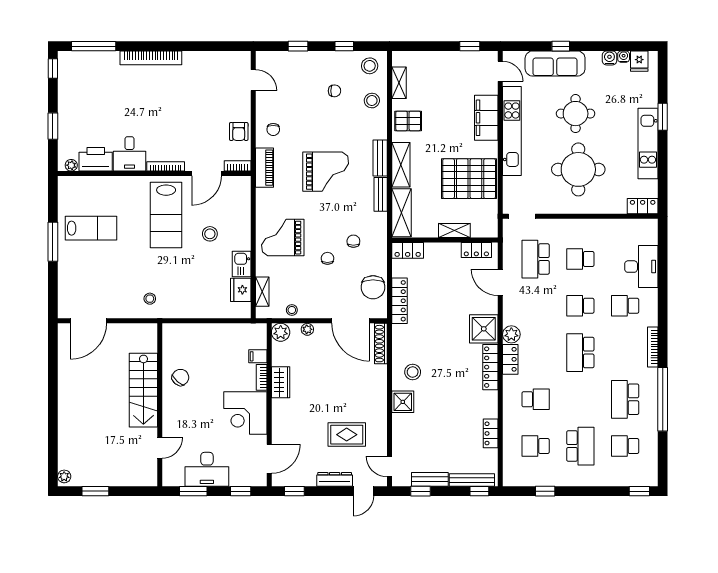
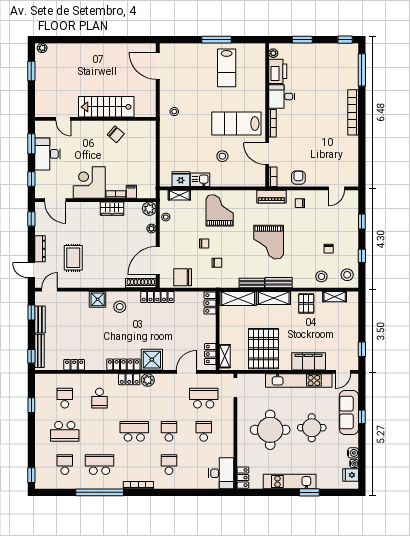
armchair: (239, 132) -> (298, 178), turned 90
shelving: (454, 231) -> (225, 356), moved
desk: (641, 267) -> (221, 473), moved, turned -90
locker: (399, 301) -> (157, 297), moved

